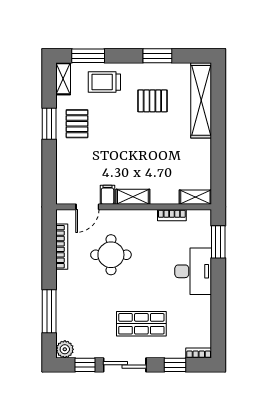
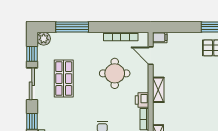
filing cabinet: (107, 195) -> (160, 37), moved
printer: (146, 218) -> (142, 100), added
shop shelf: (141, 324) -> (64, 79), moved

